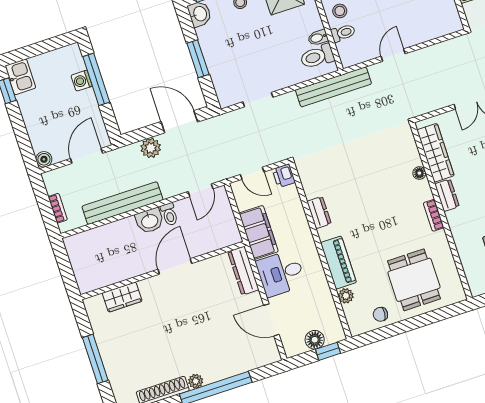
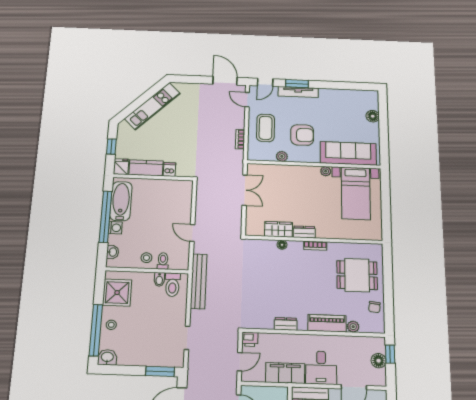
window: (198, 59) -> (160, 371), moved
wardrobe: (436, 153) -> (278, 229), width x0.67

